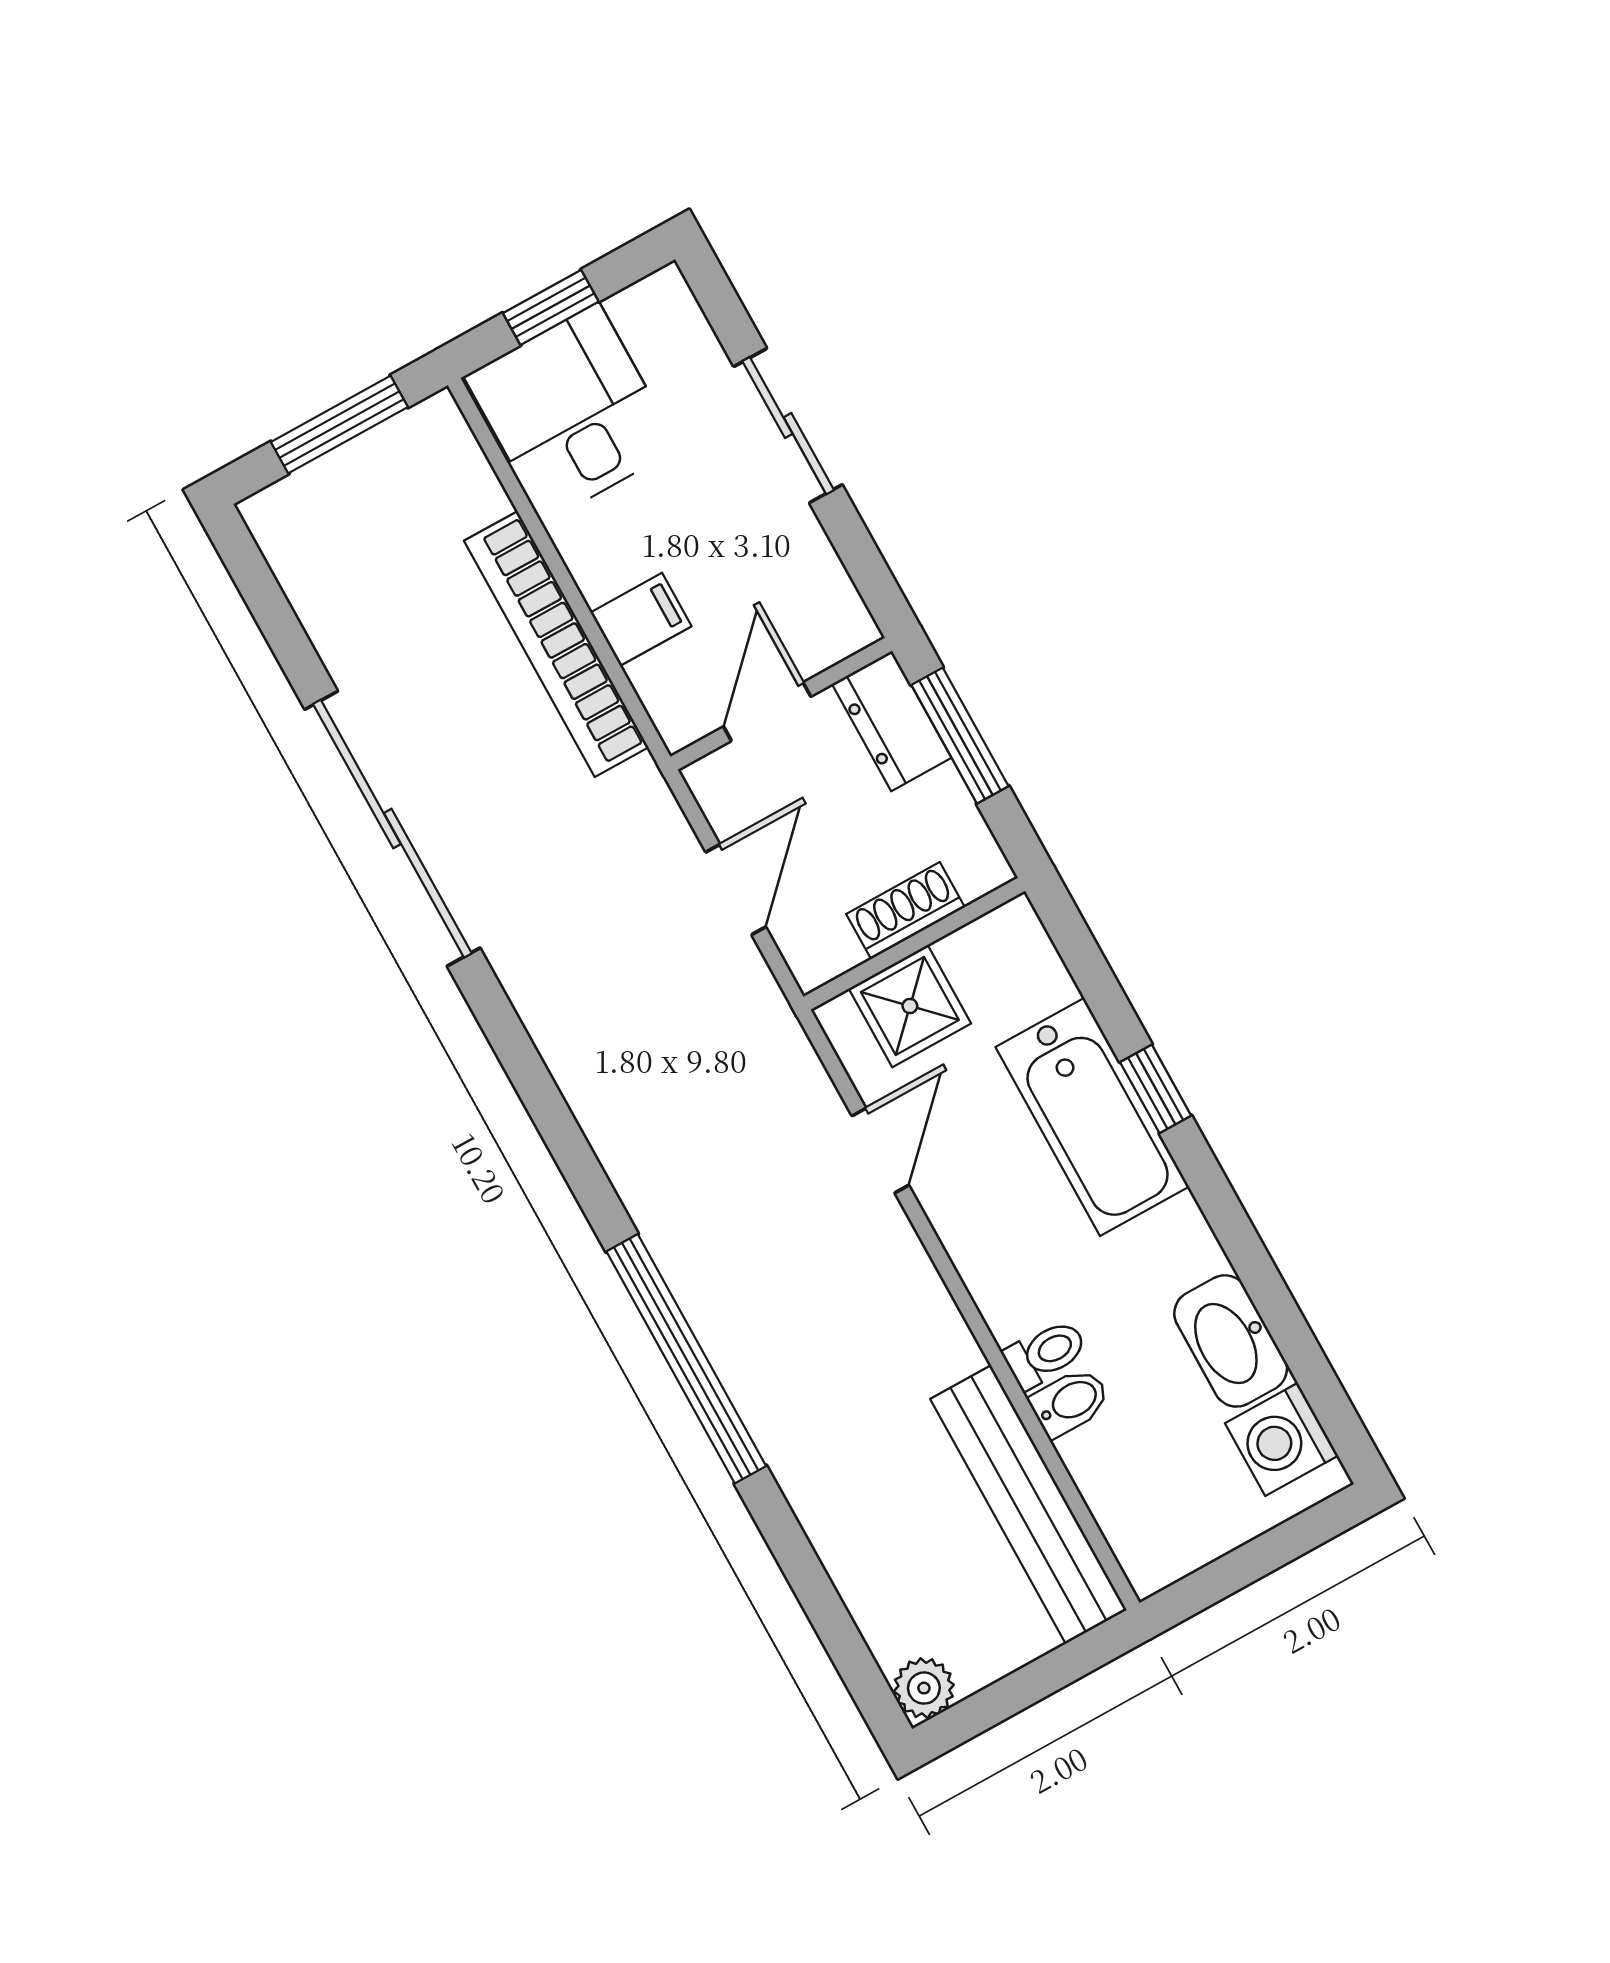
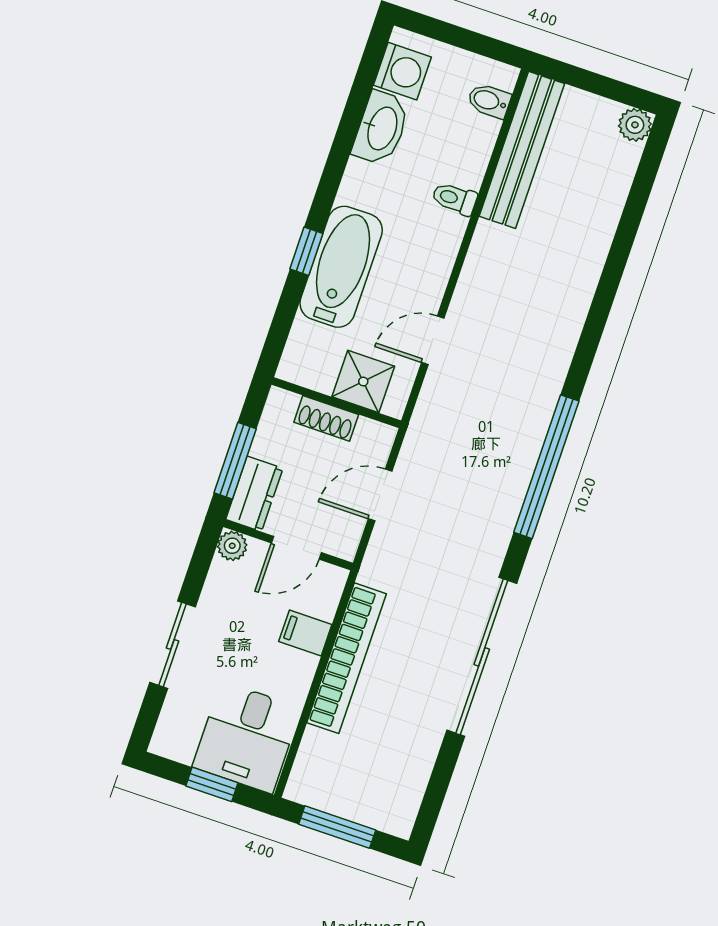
plant: (848, 627) -> (232, 546), added
window: (686, 1359) -> (546, 467), moved
bidet: (1070, 1402) -> (489, 101), moved

